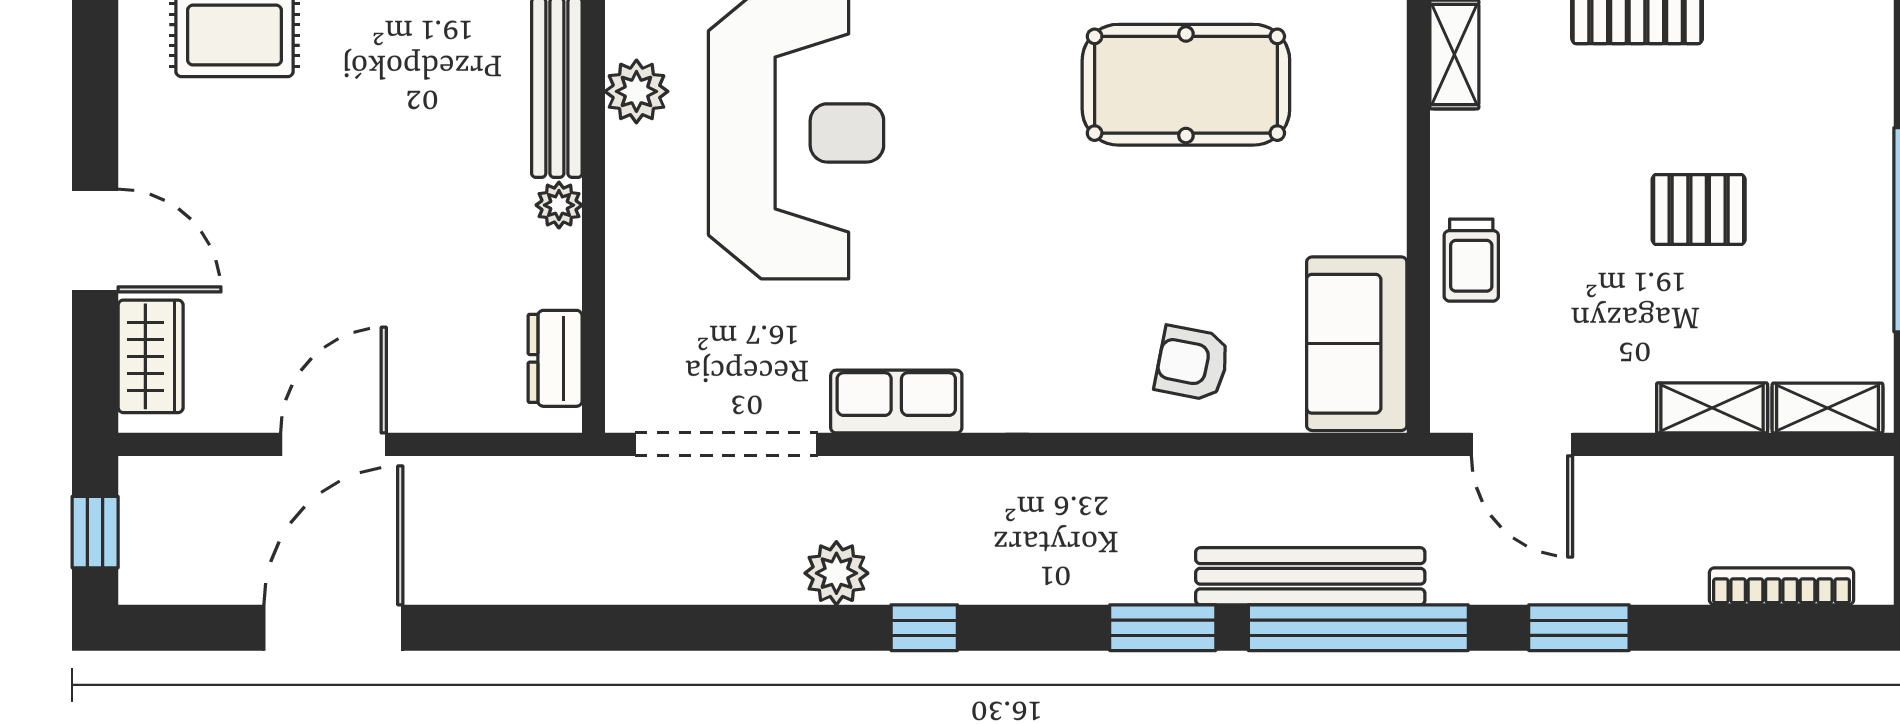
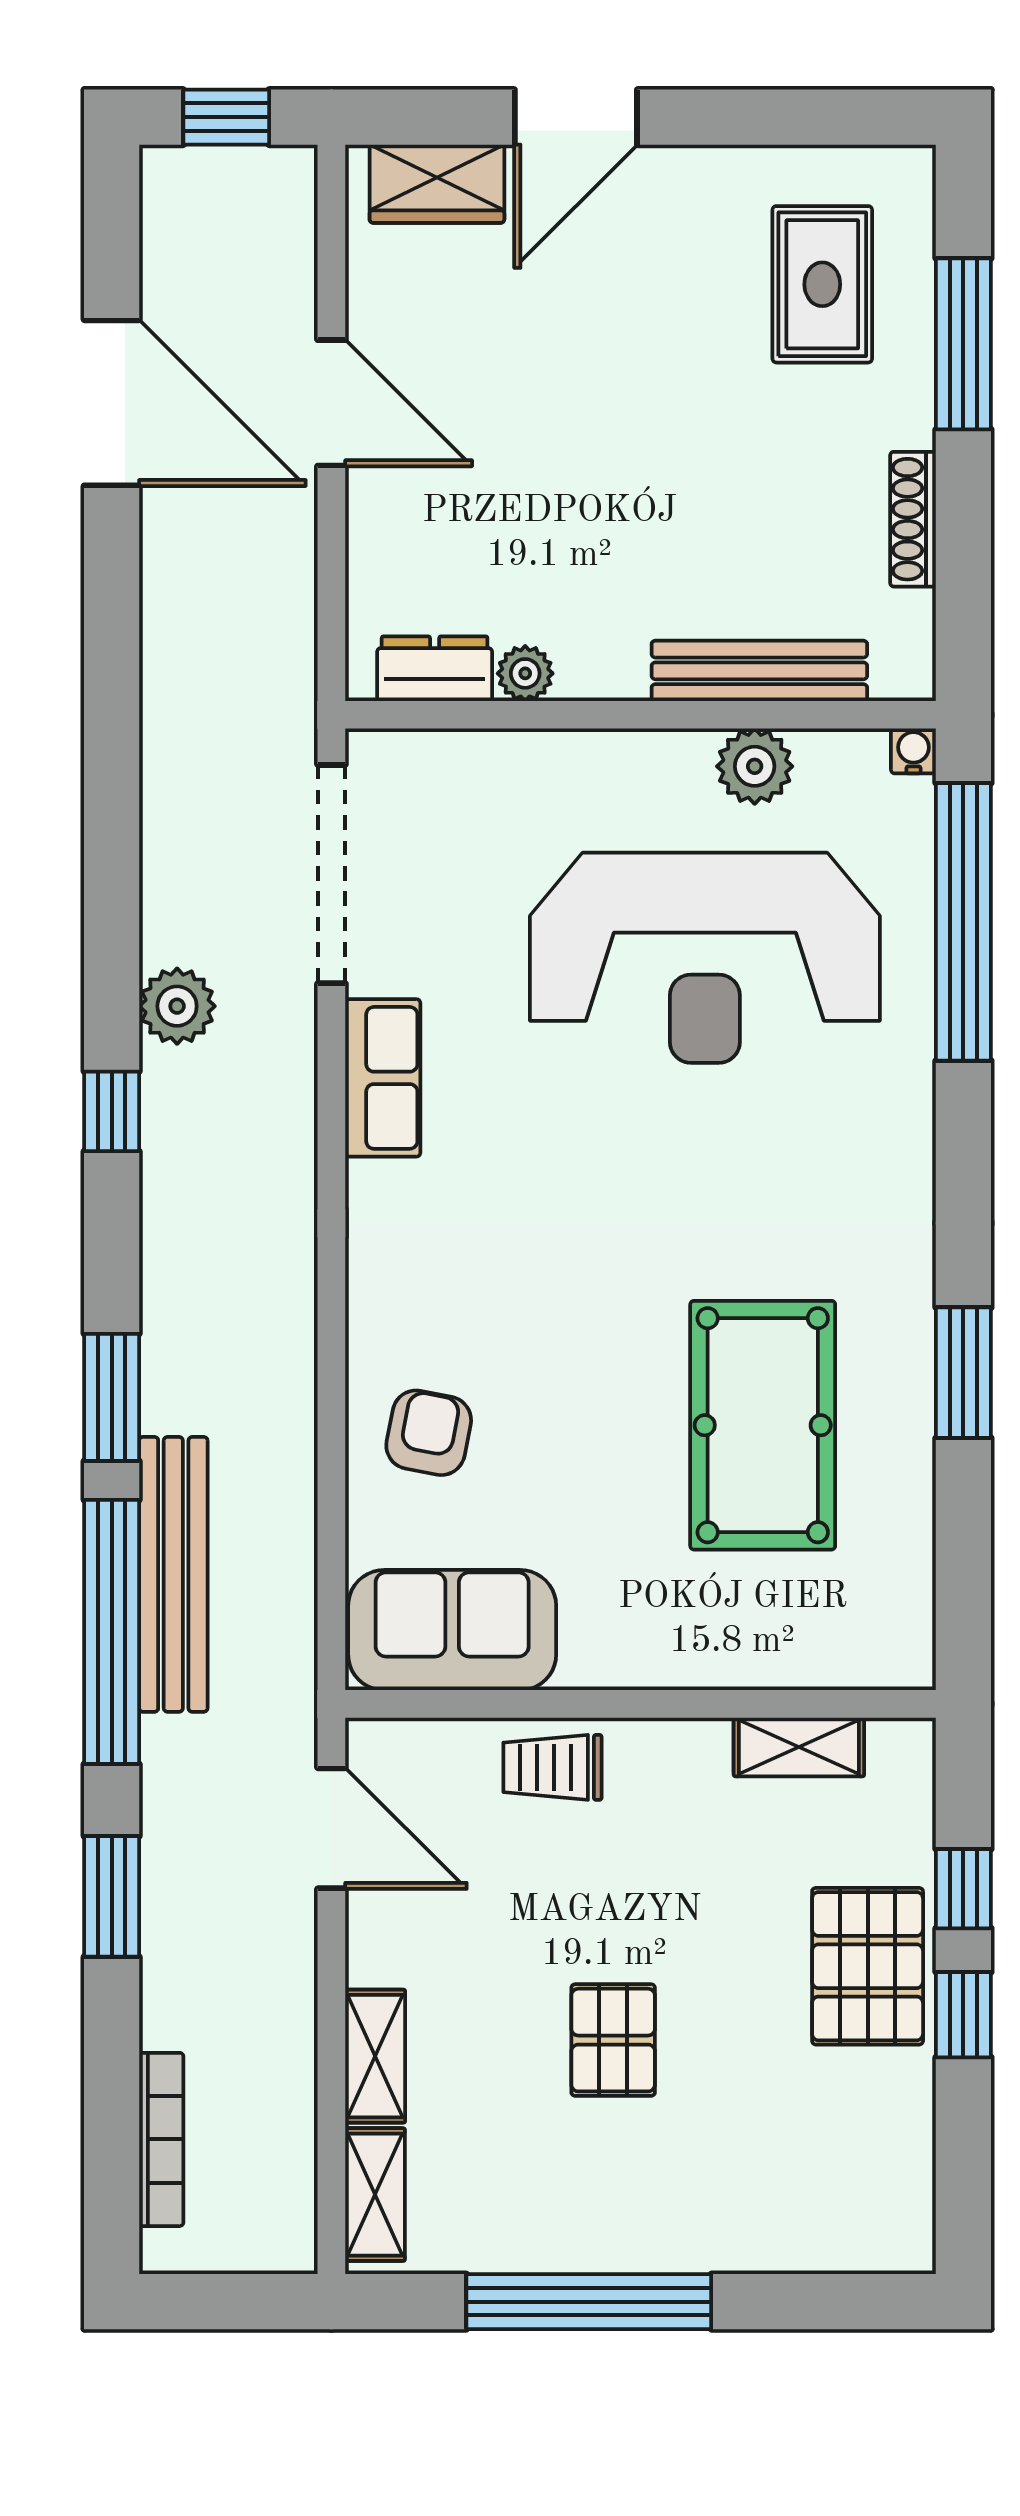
plant: (559, 205) -> (525, 673), moved
door: (1522, 444) -> (331, 1828), swing flipped

